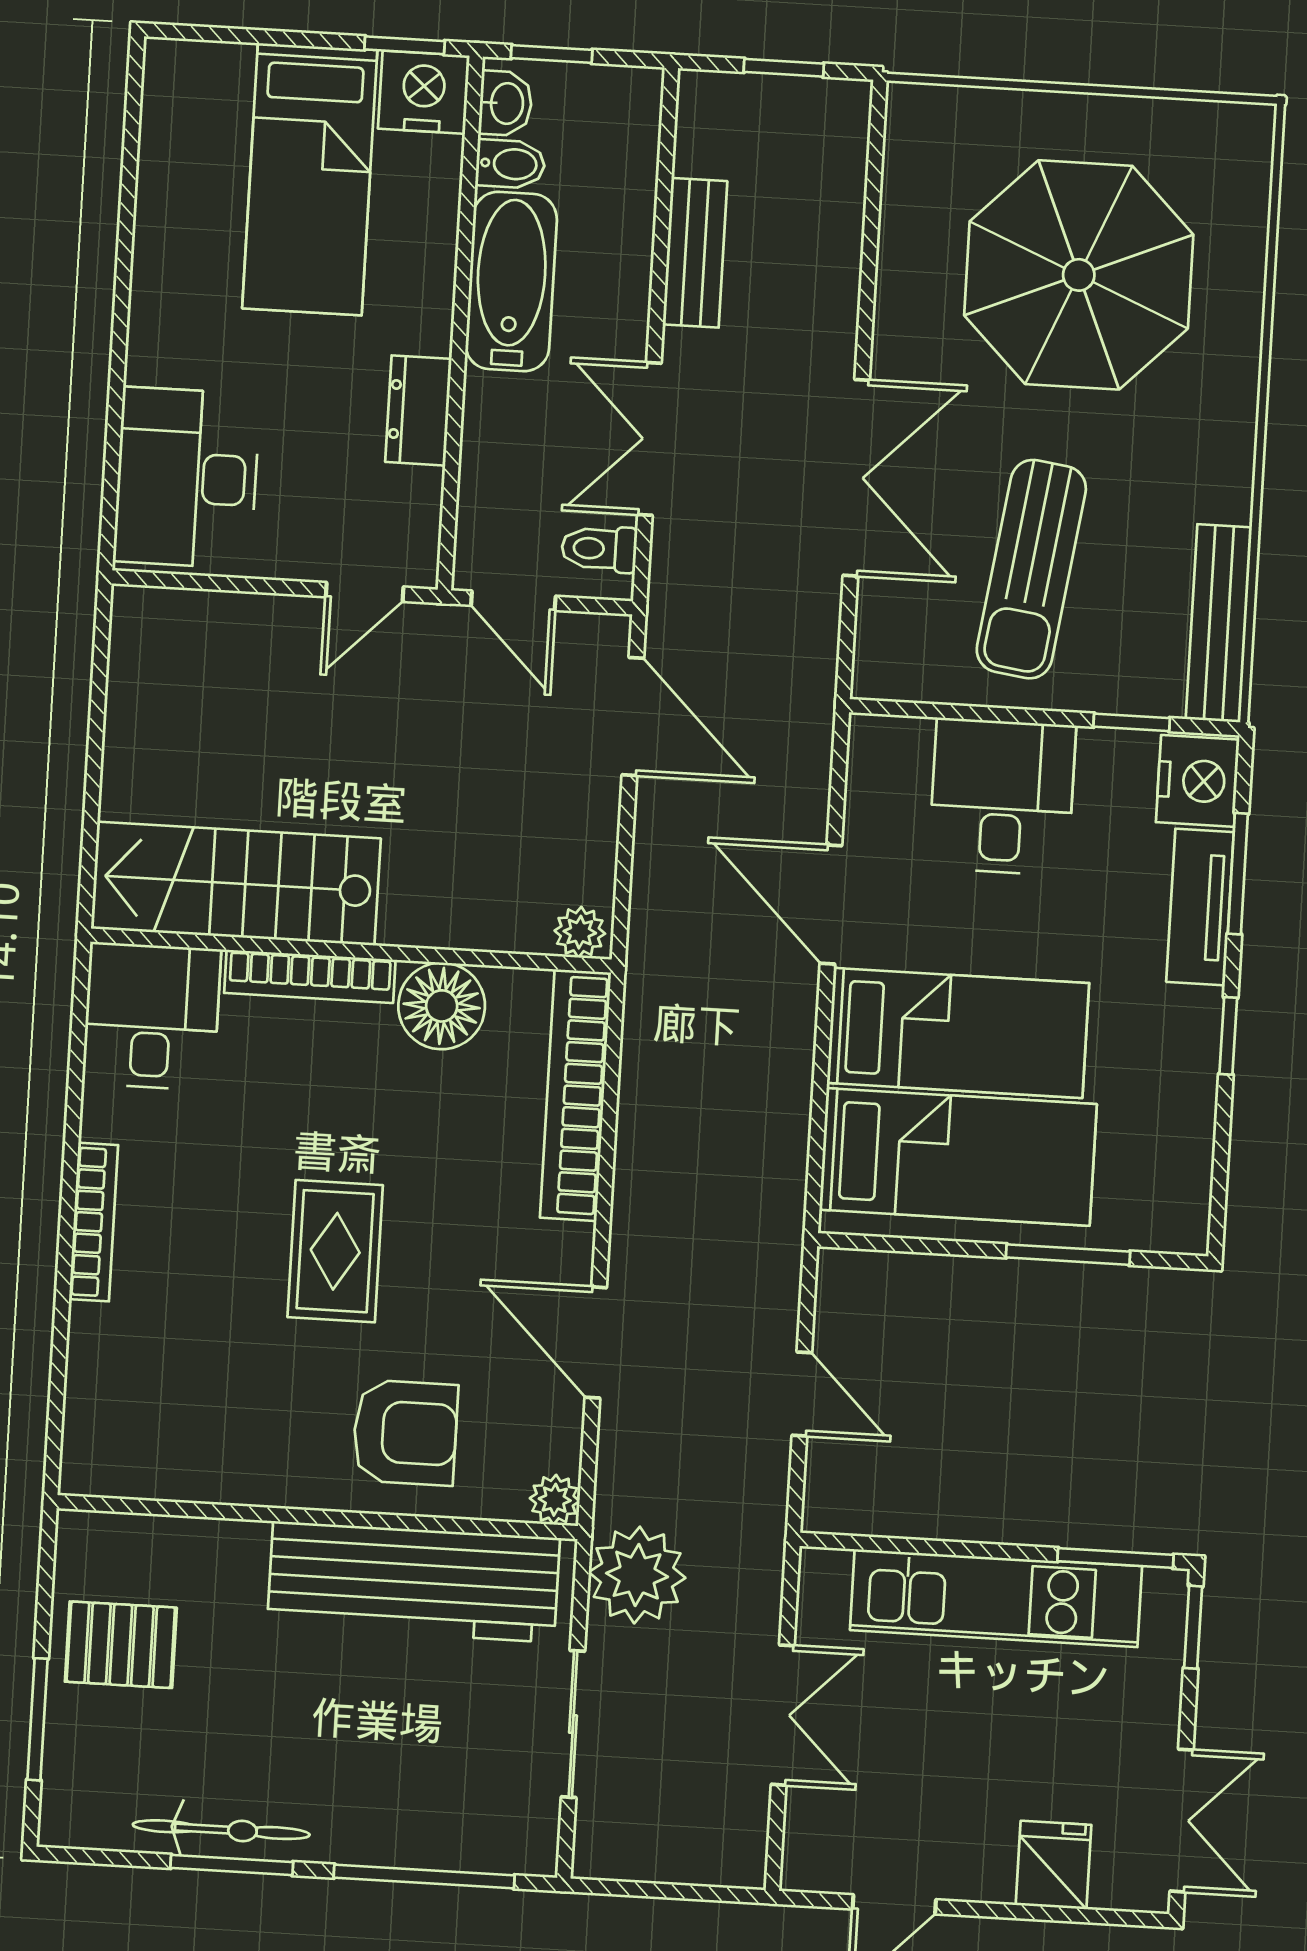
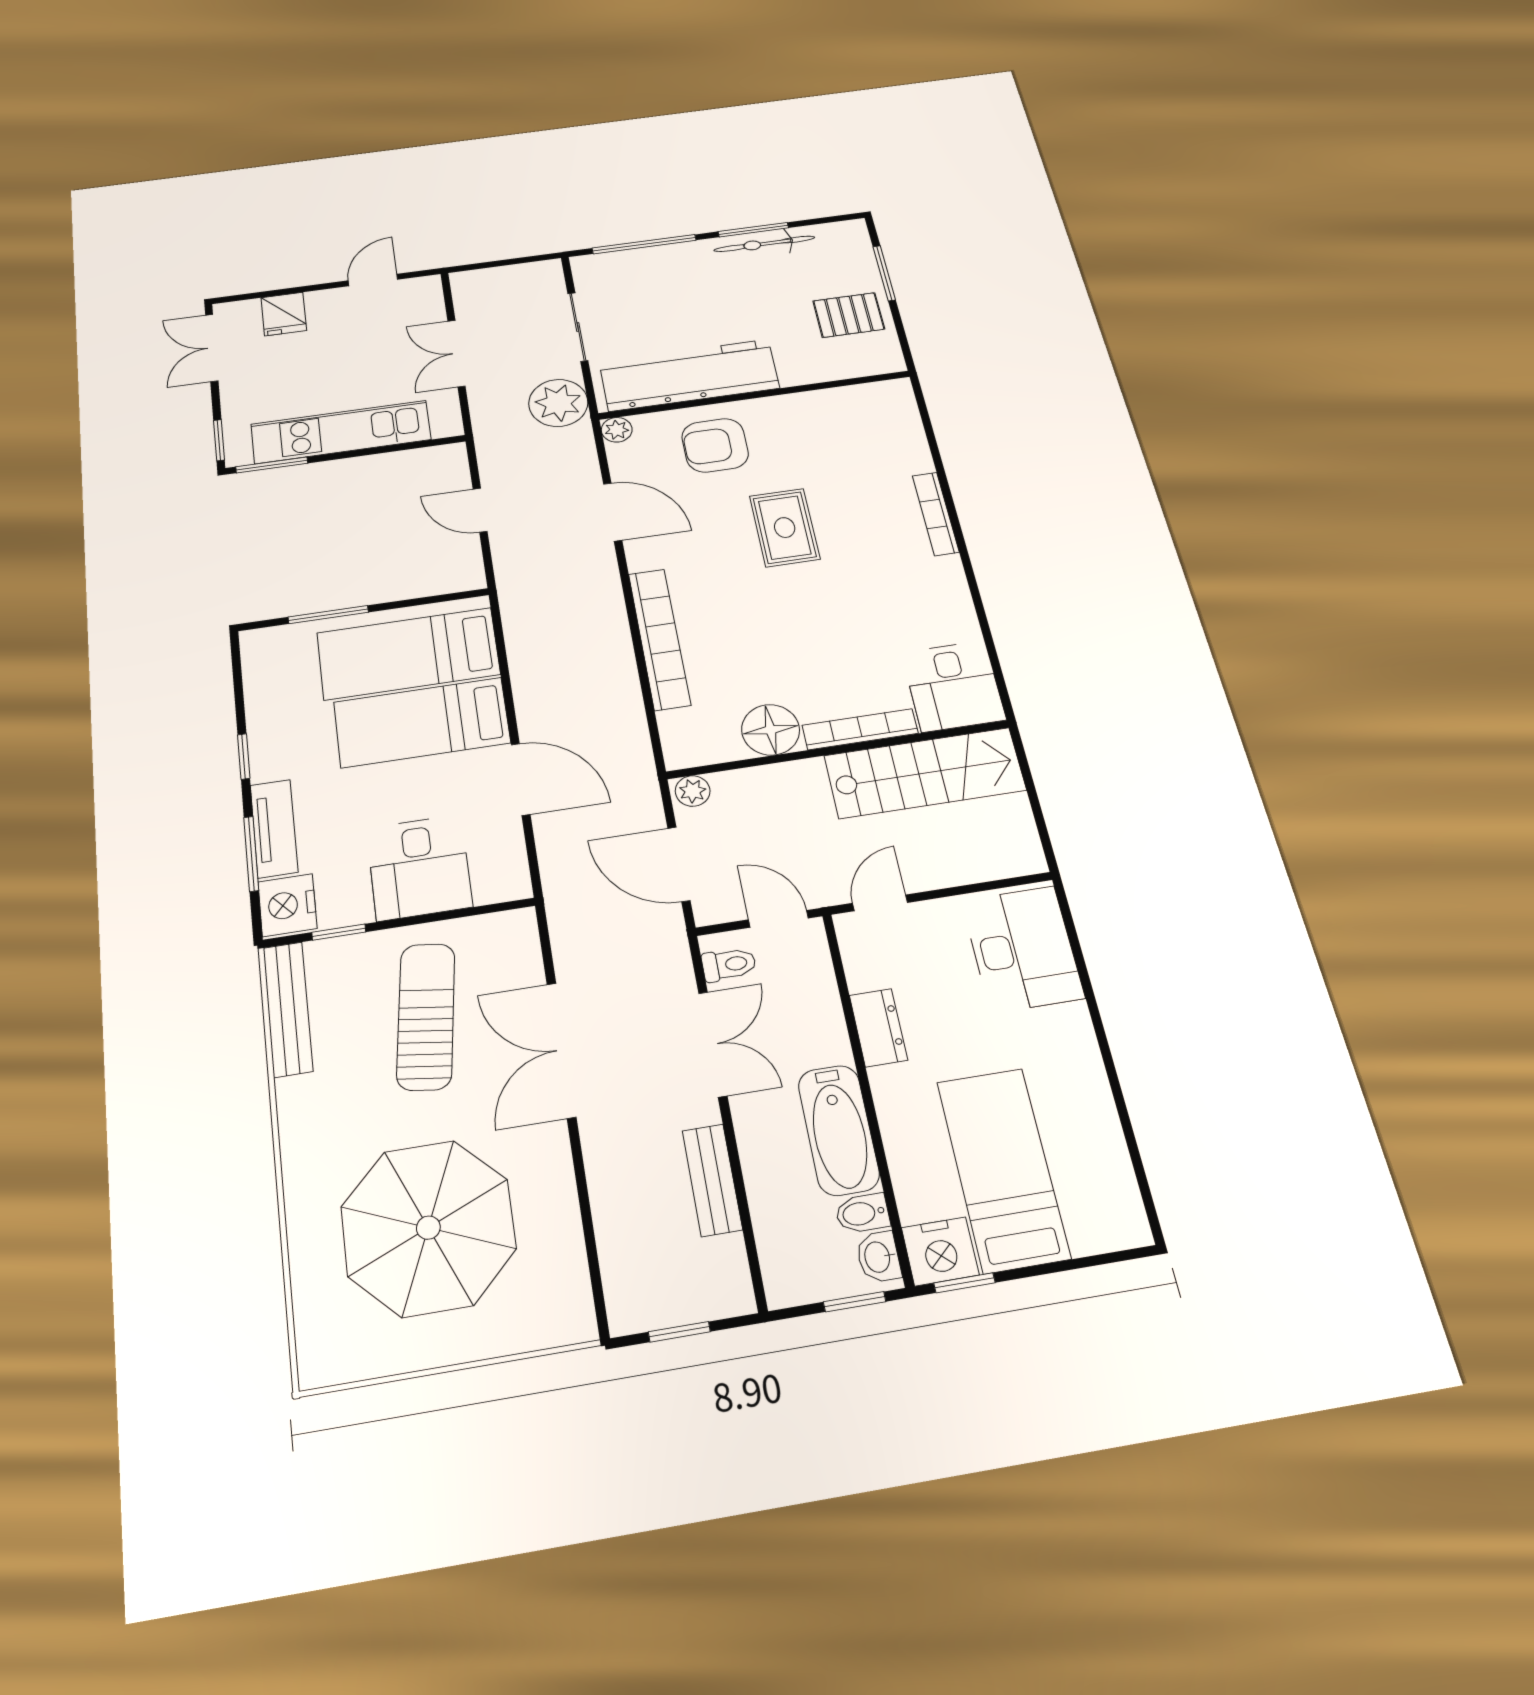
stairs: (236, 884) -> (925, 773), moved
plant: (580, 932) -> (693, 791), moved
wall: (351, 951) -> (838, 749), moved
bookcase: (310, 976) -> (860, 729), moved
floor lamp: (442, 1006) -> (771, 730), moved
desk: (152, 1016) -> (953, 686), moved

